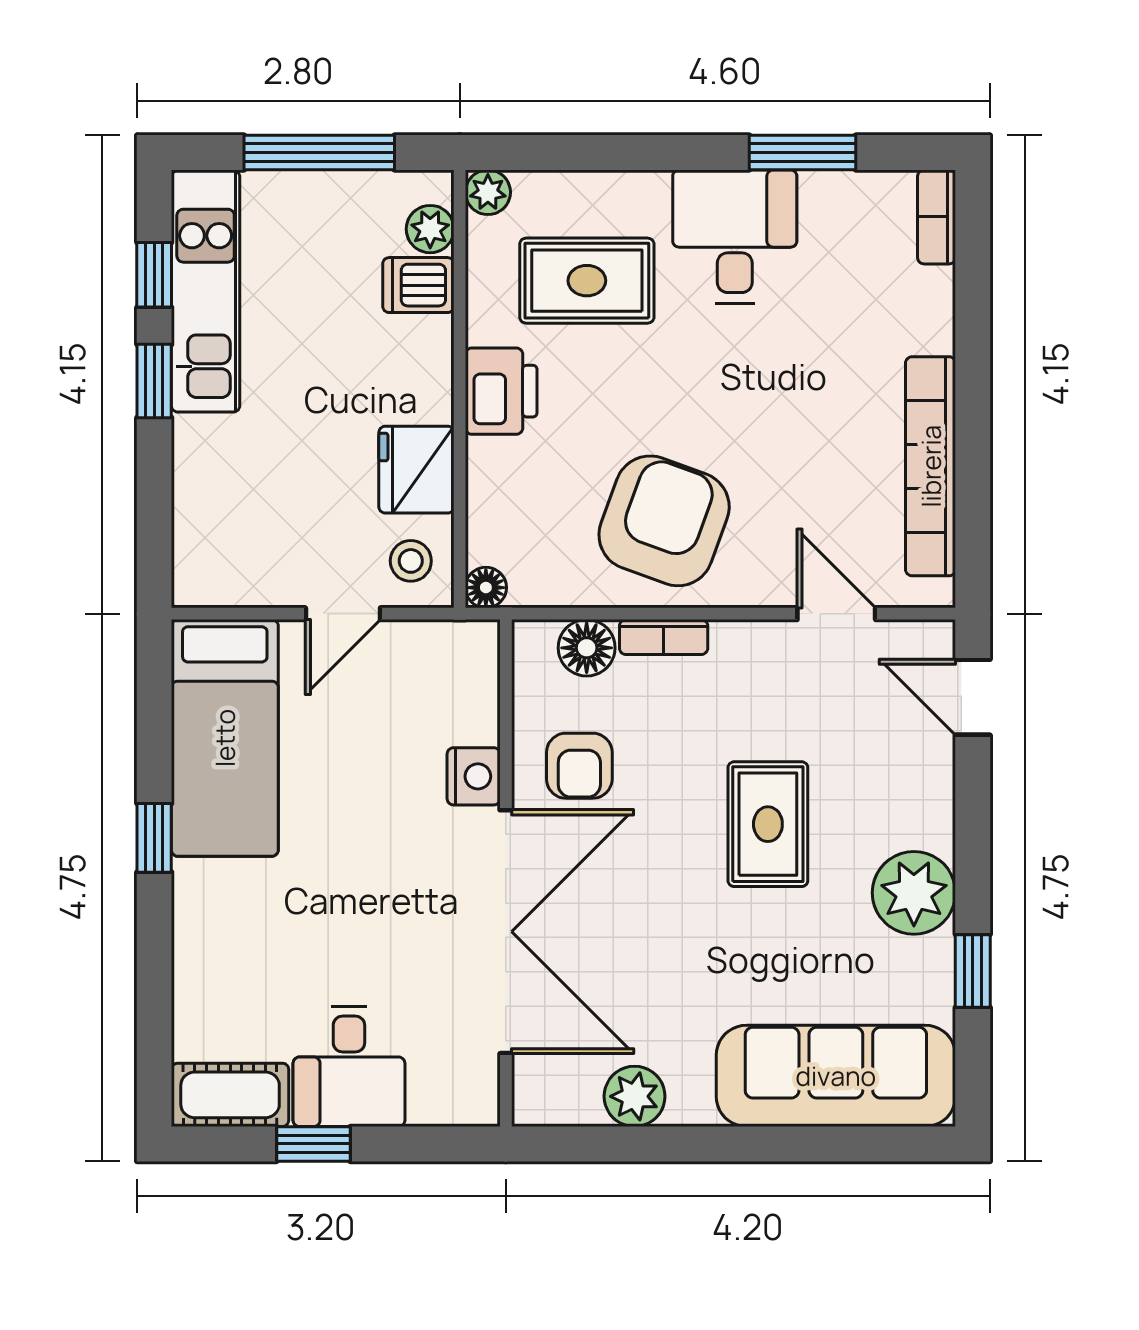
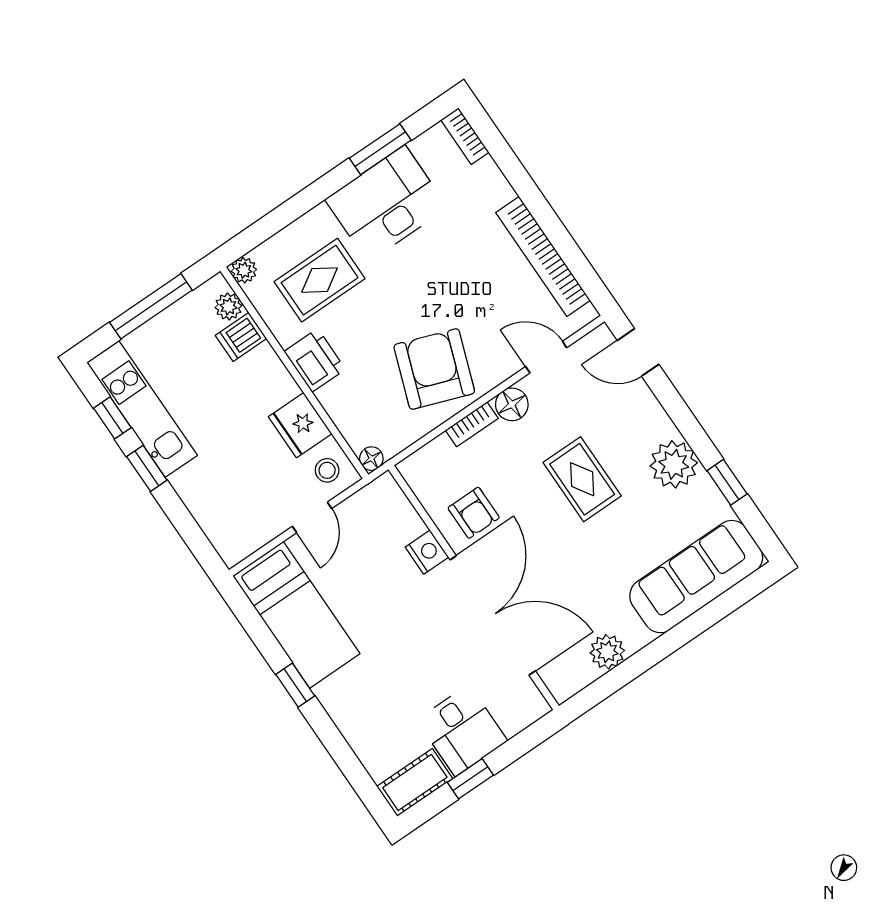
desk: (735, 237) -> (386, 204), width x1.37
floor lamp: (587, 648) -> (512, 404), moved

